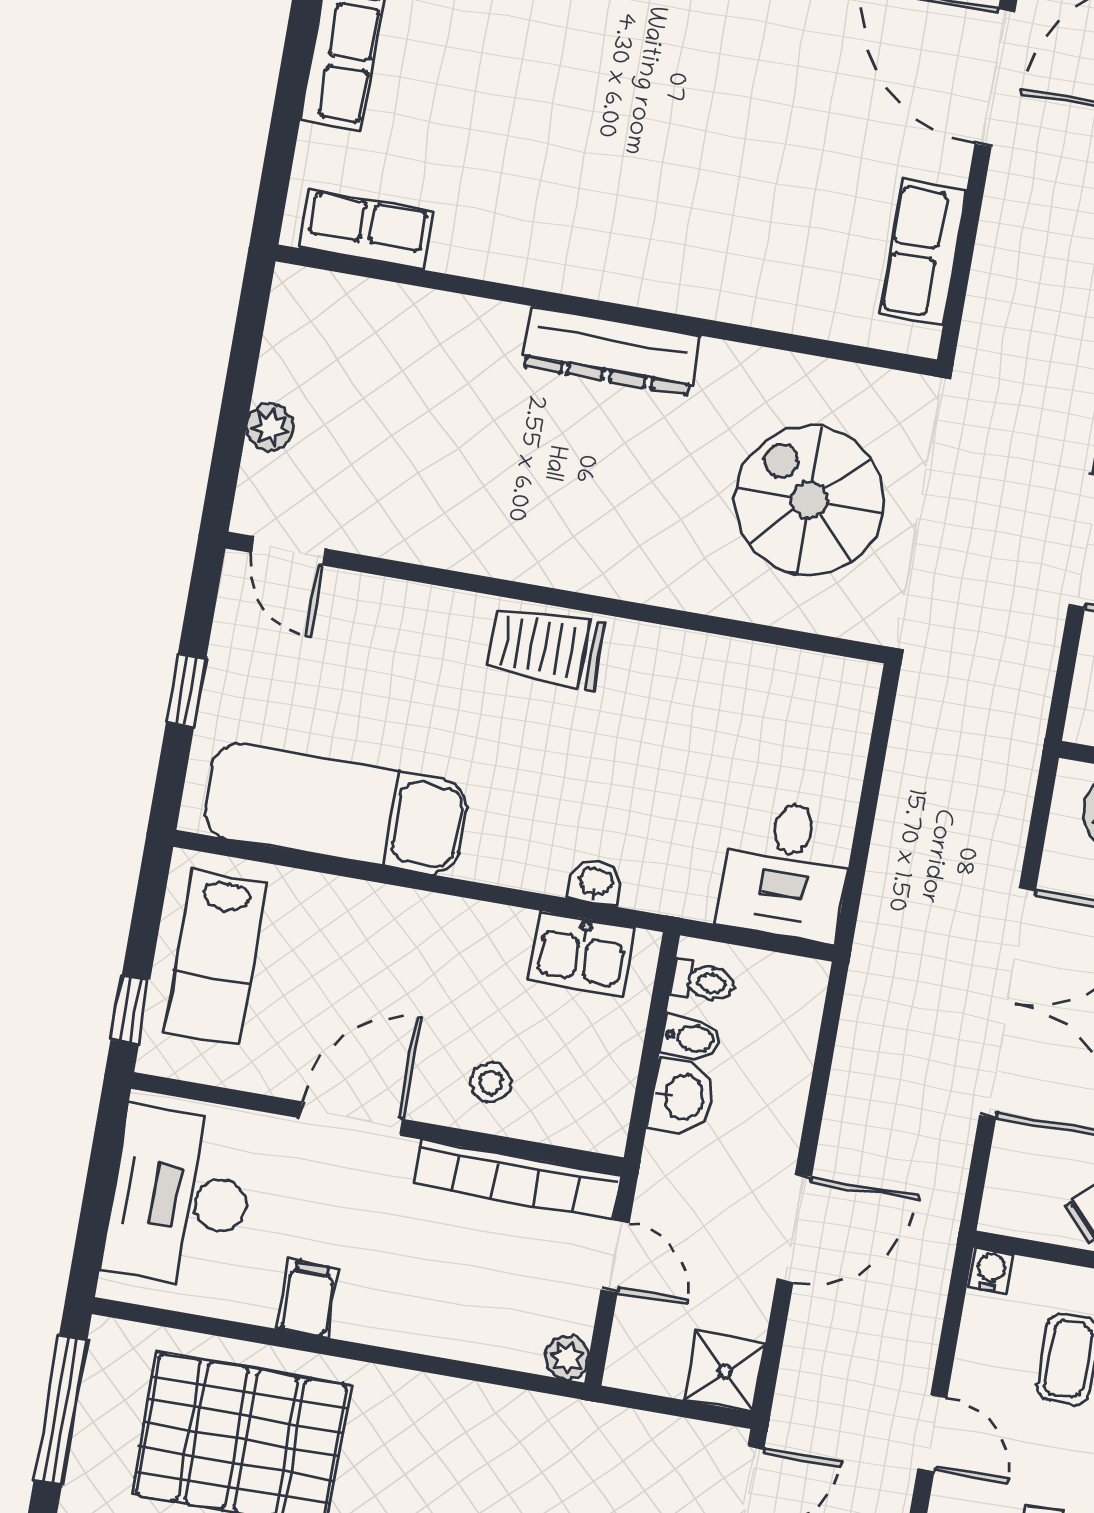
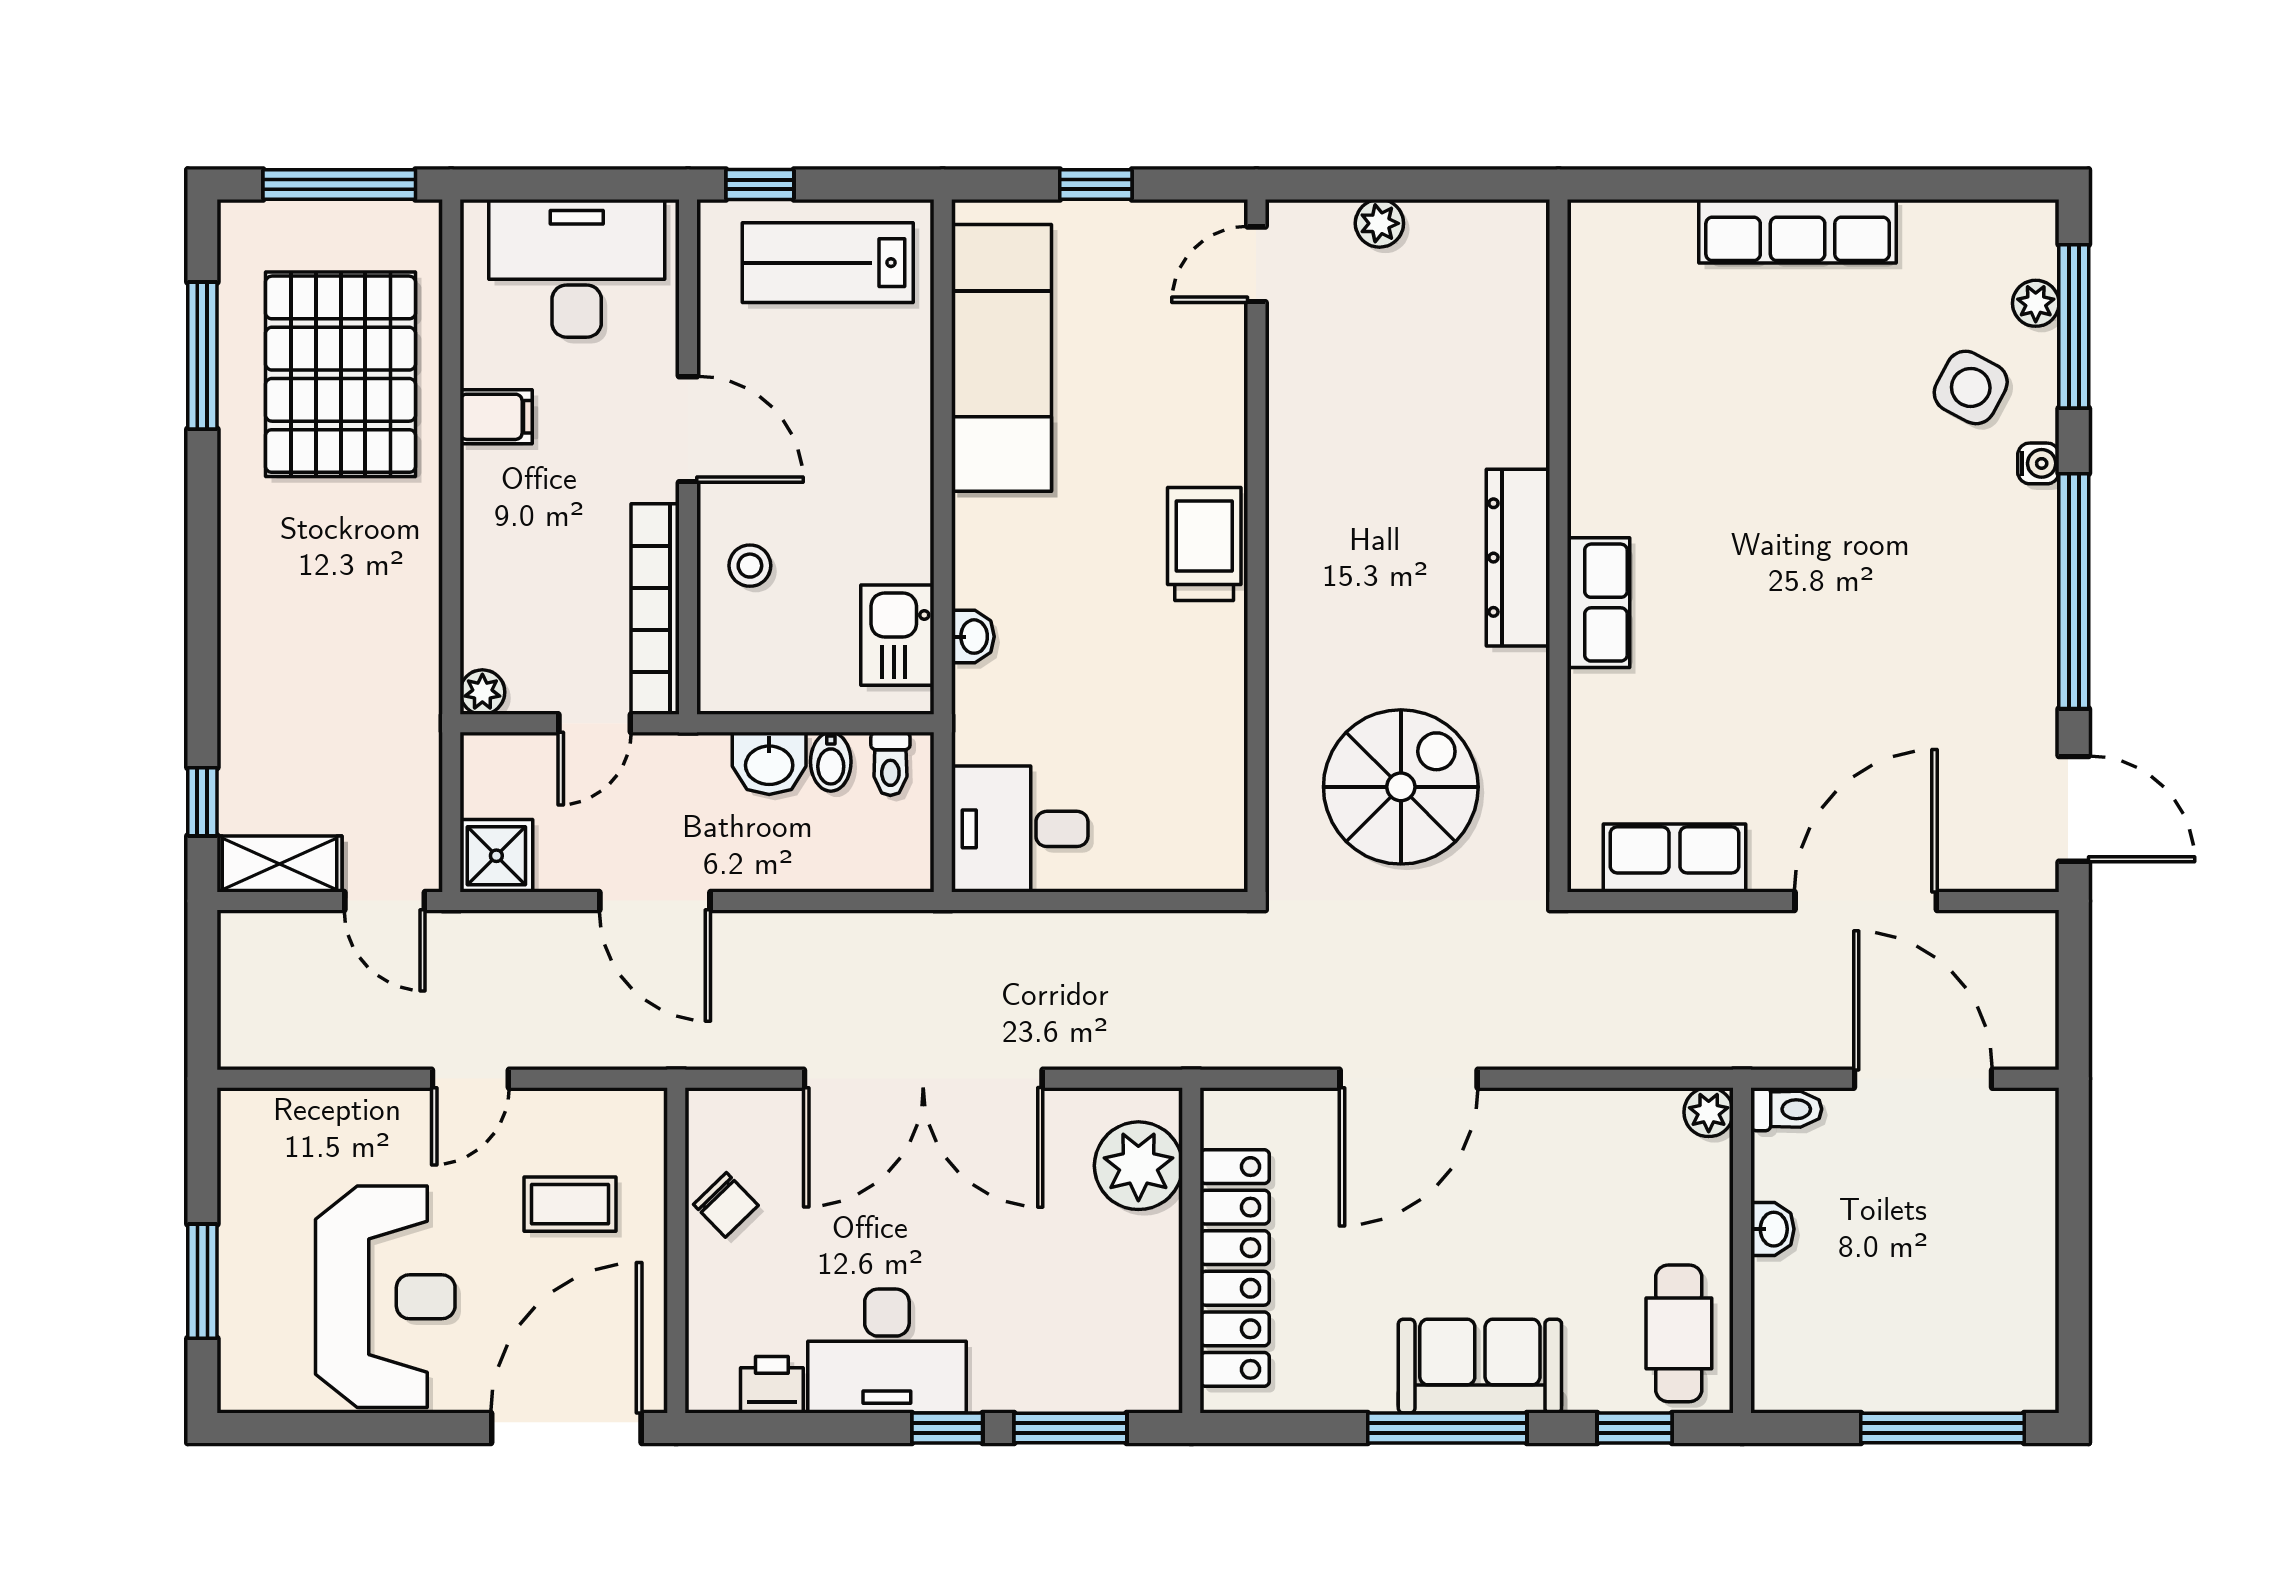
row of seats: (367, 229) -> (1598, 603), moved
water cooler: (990, 1270) -> (647, 1109), removed

